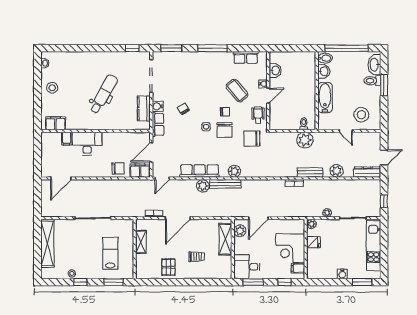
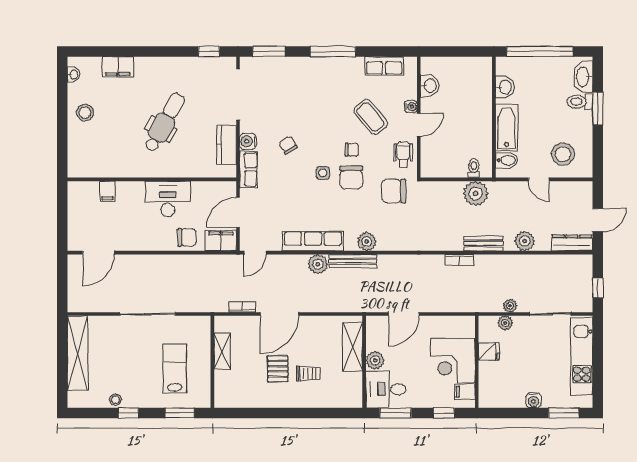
bidet: (325, 58) -> (507, 160), moved
filing cabinet: (55, 123) -> (118, 67), moved, turned 180
desk: (87, 144) -> (168, 199), moved
plant: (311, 224) -> (505, 323), moved
plant: (240, 231) -> (375, 360), moved
pallet: (169, 267) -> (278, 369), moved

